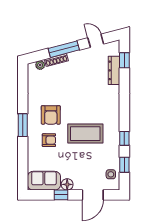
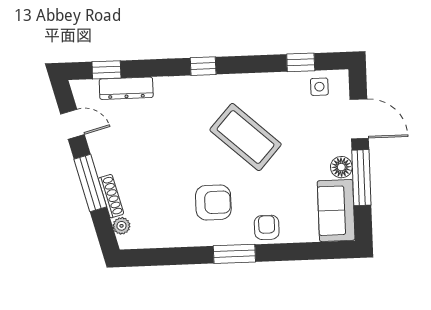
door: (96, 41) -> (73, 124), swing flipped
coffee table: (85, 134) -> (246, 137), turned -48
window: (124, 138) -> (203, 66), moved
armchair: (49, 140) -> (267, 227), moved
window: (61, 195) -> (361, 178), width x2.17

